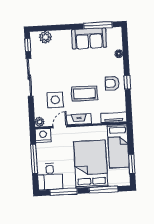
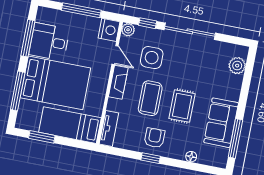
window: (28, 45) -> (148, 23), moved
rug: (84, 69) -> (182, 106), added
desk: (50, 177) -> (49, 42), moved

